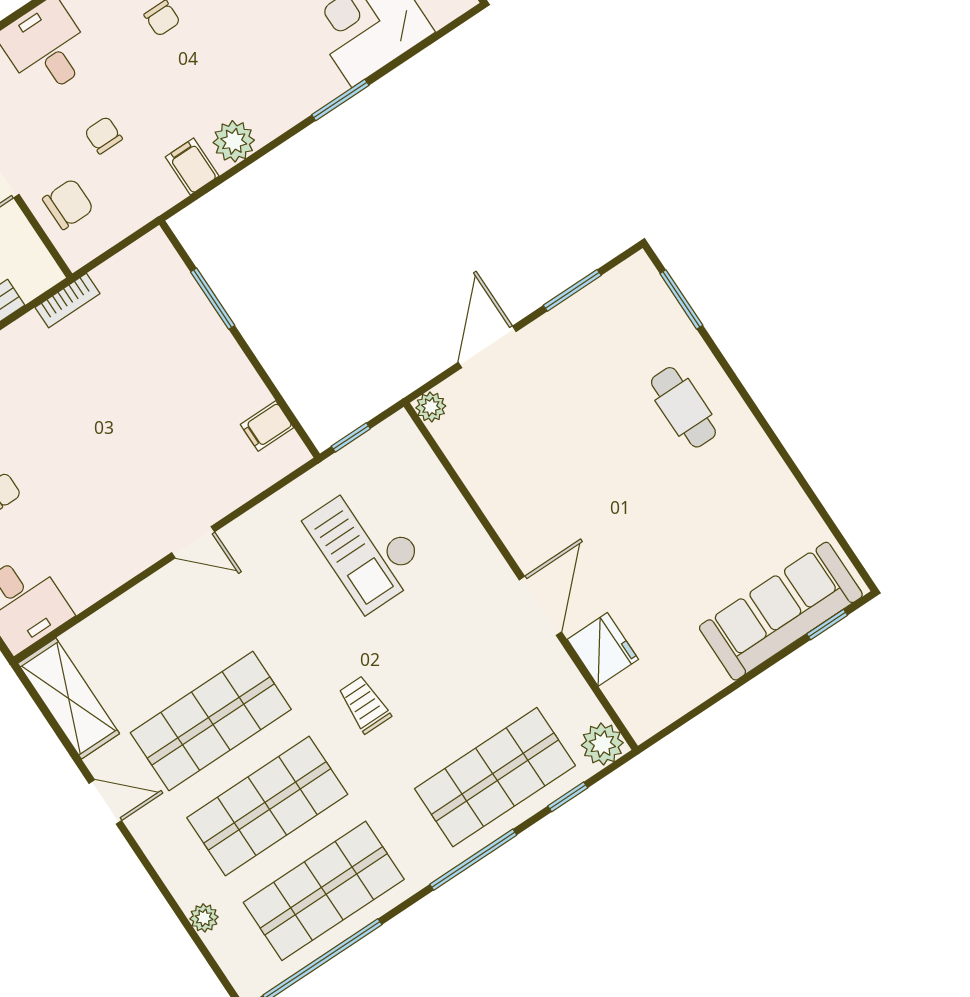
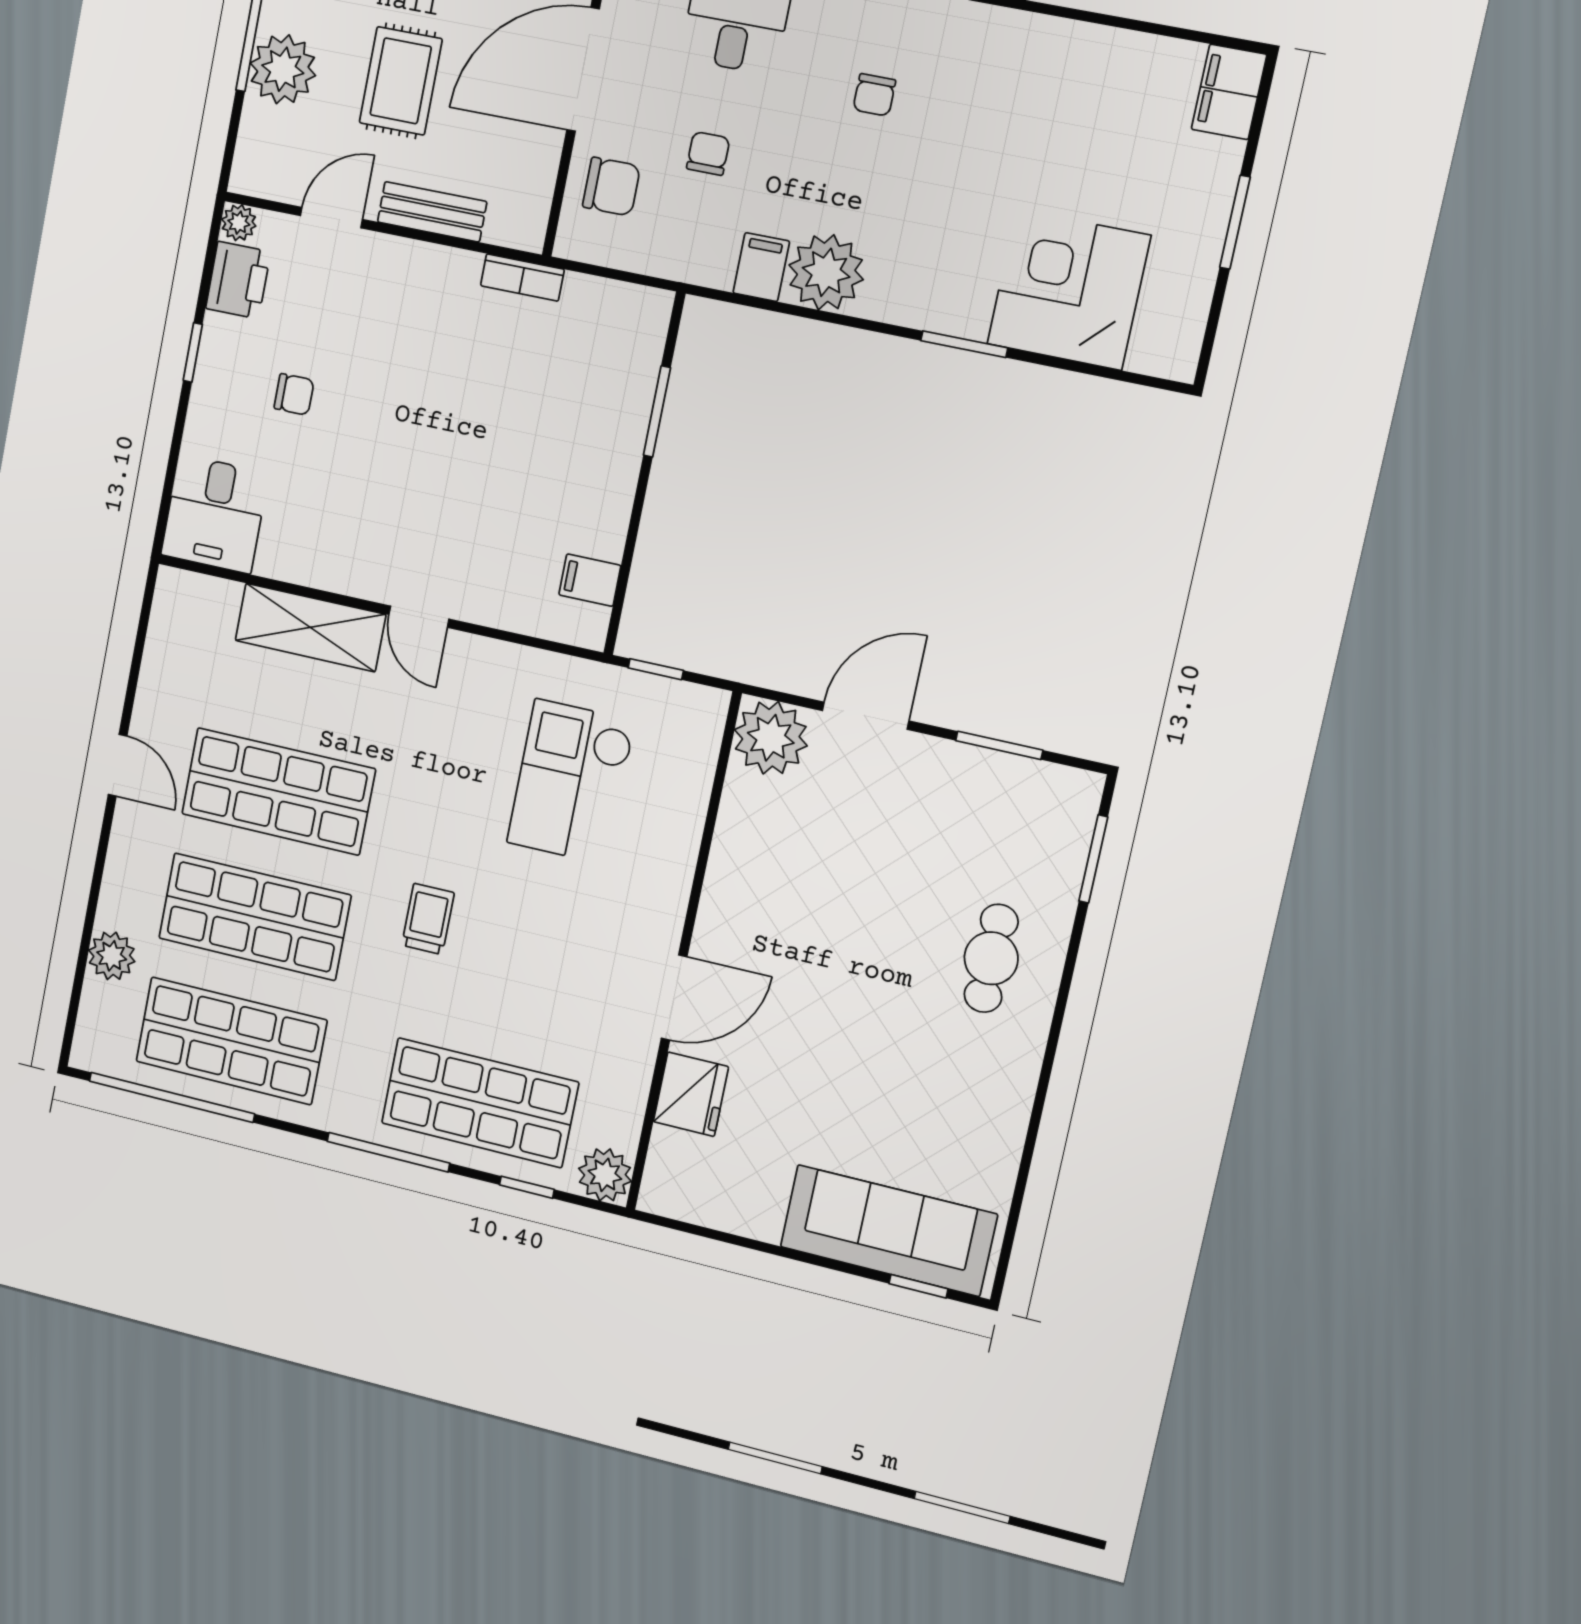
plant: (234, 141) -> (826, 272), width x1.36, depth x1.36
plant: (431, 407) -> (771, 738), width x1.87, depth x1.87
shelving: (69, 698) -> (310, 627), moved, turned 90
plant: (204, 918) -> (112, 956), width x1.38, depth x1.38

